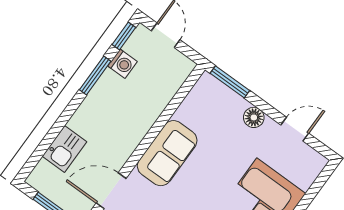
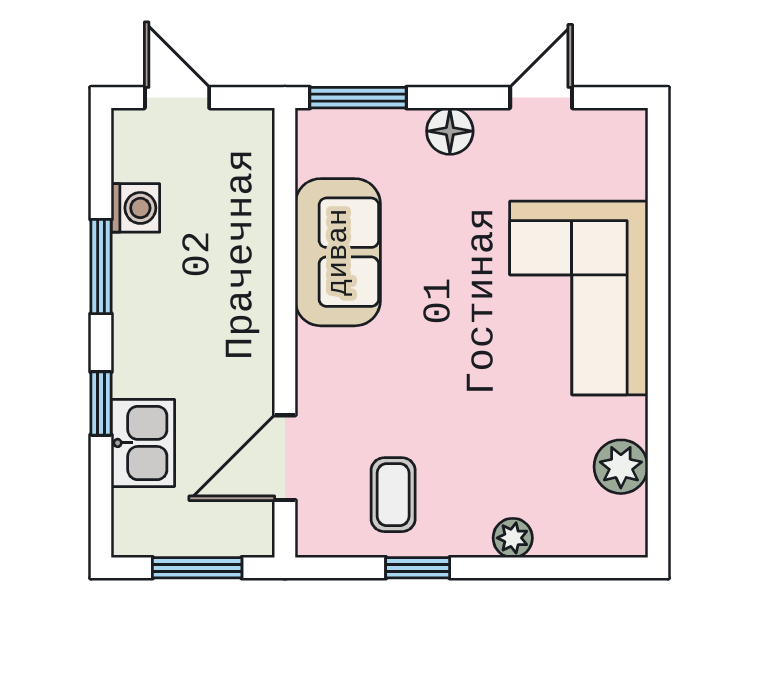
window: (124, 36) -> (101, 403), moved
sofa: (167, 153) -> (338, 252), moved

